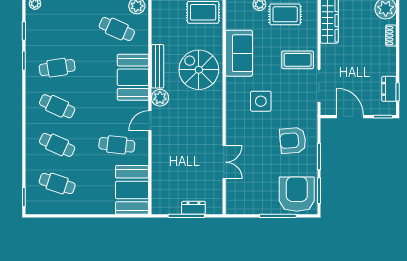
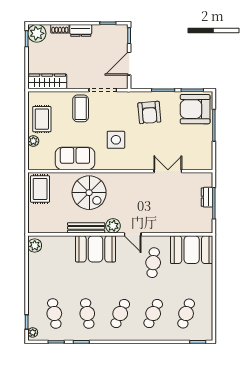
cafe table: (117, 29) -> (54, 314), moved, turned -33
spiral stairs: (199, 70) -> (89, 193), turned -90
dresser: (389, 89) -> (81, 30), moved

